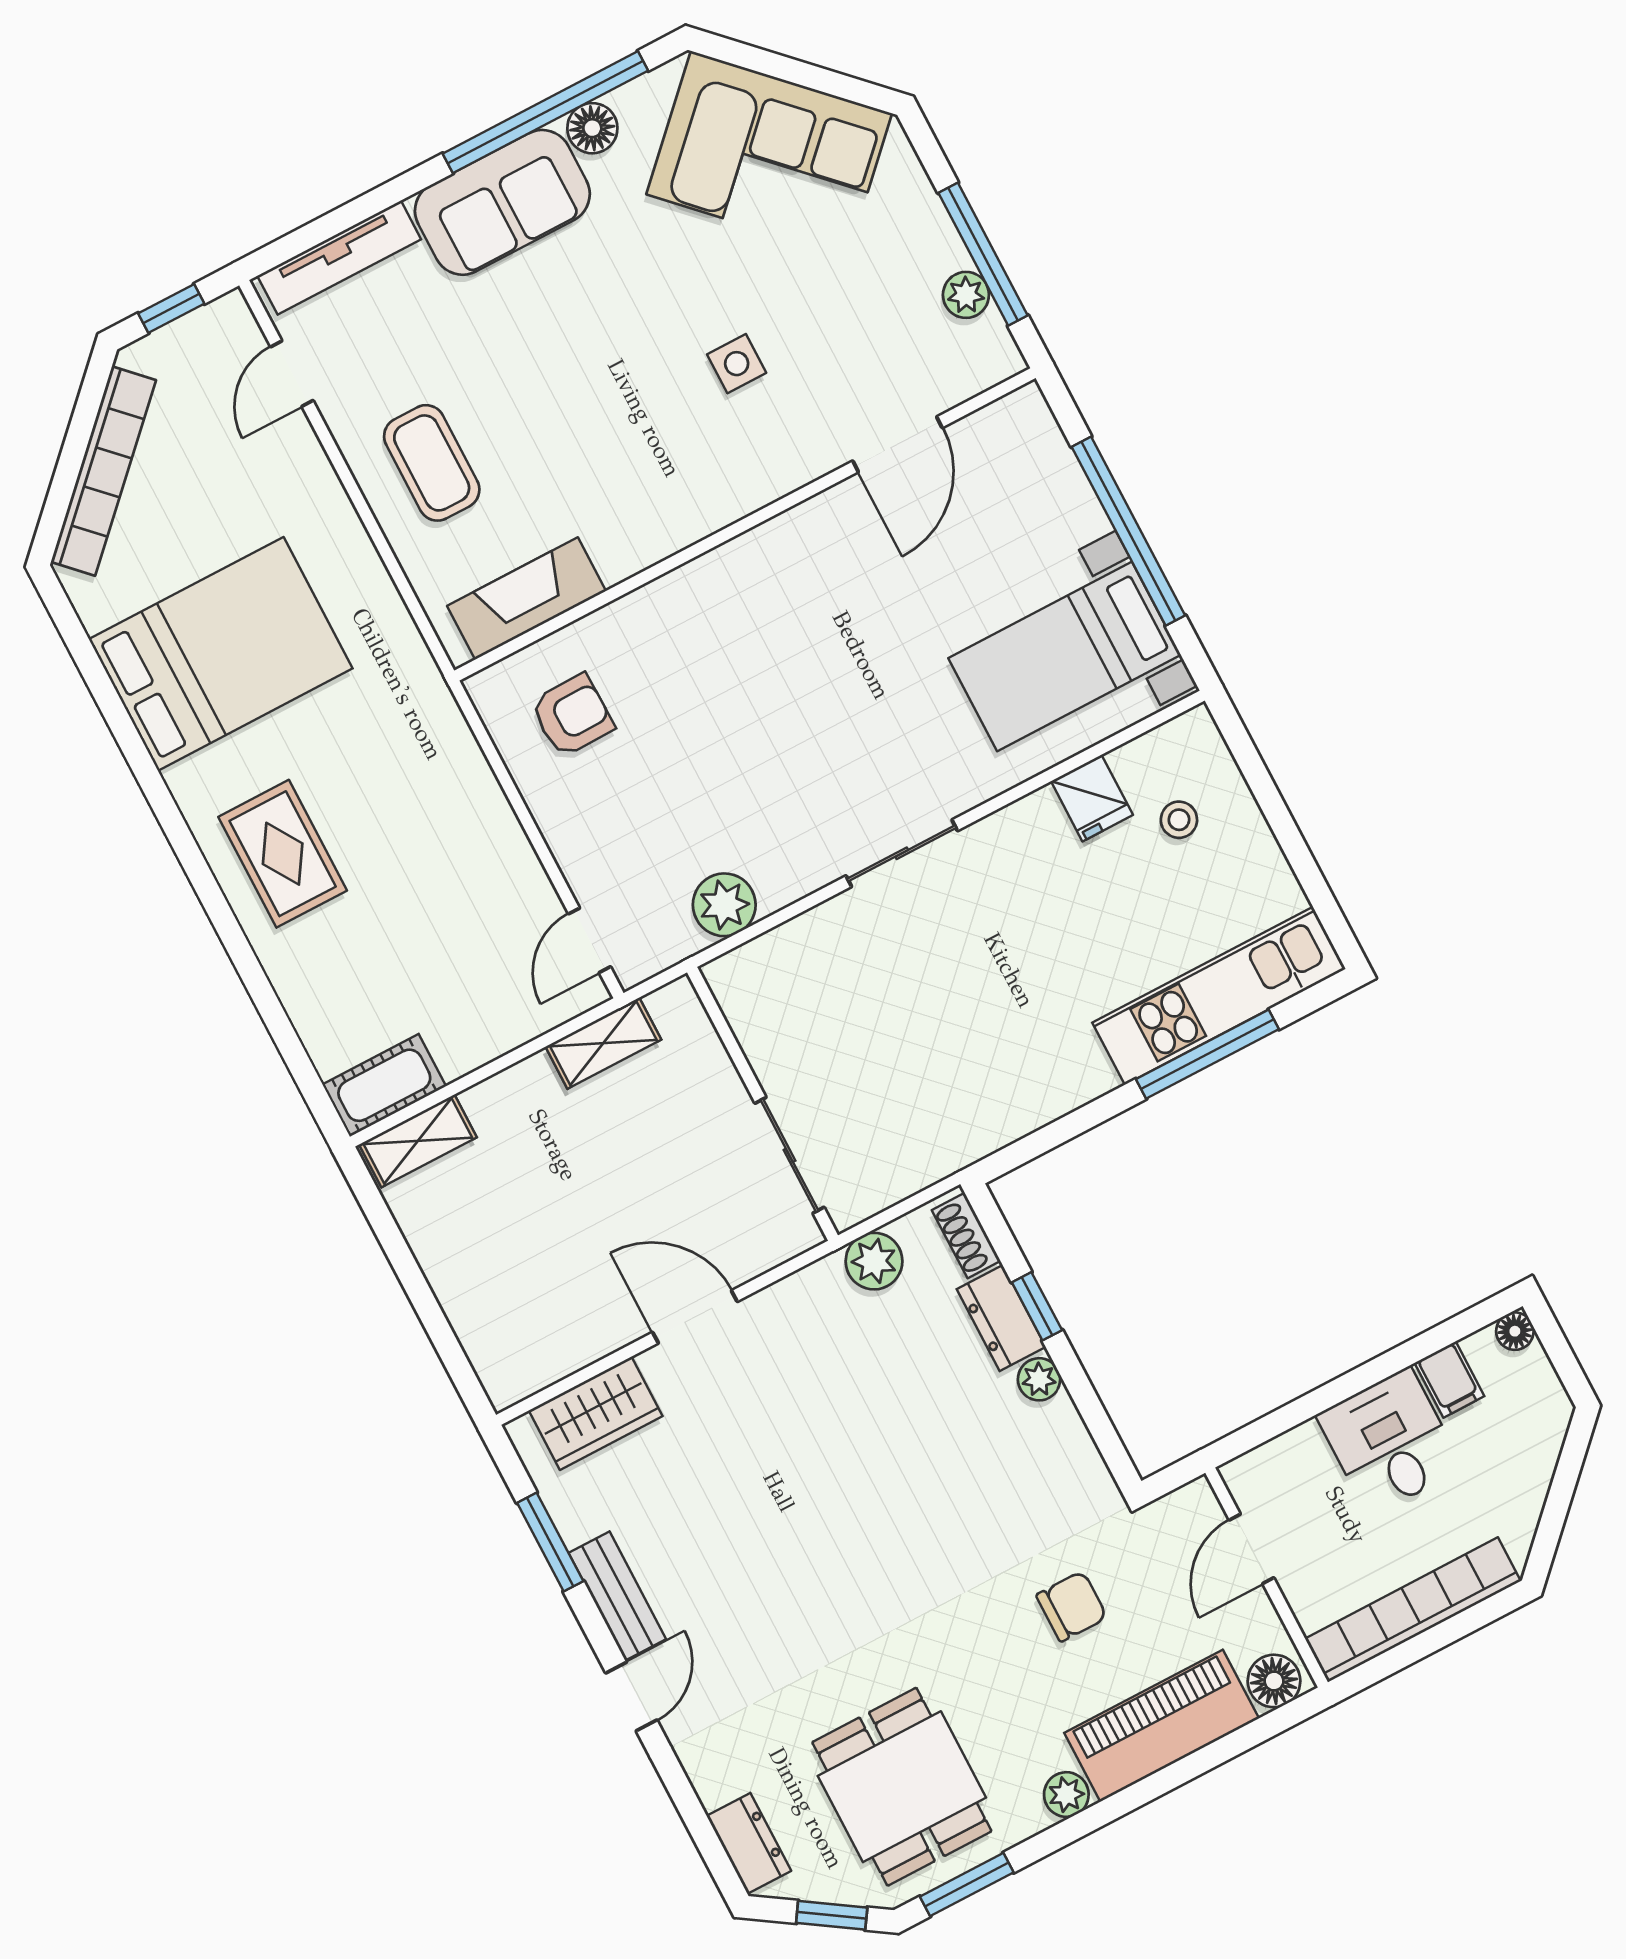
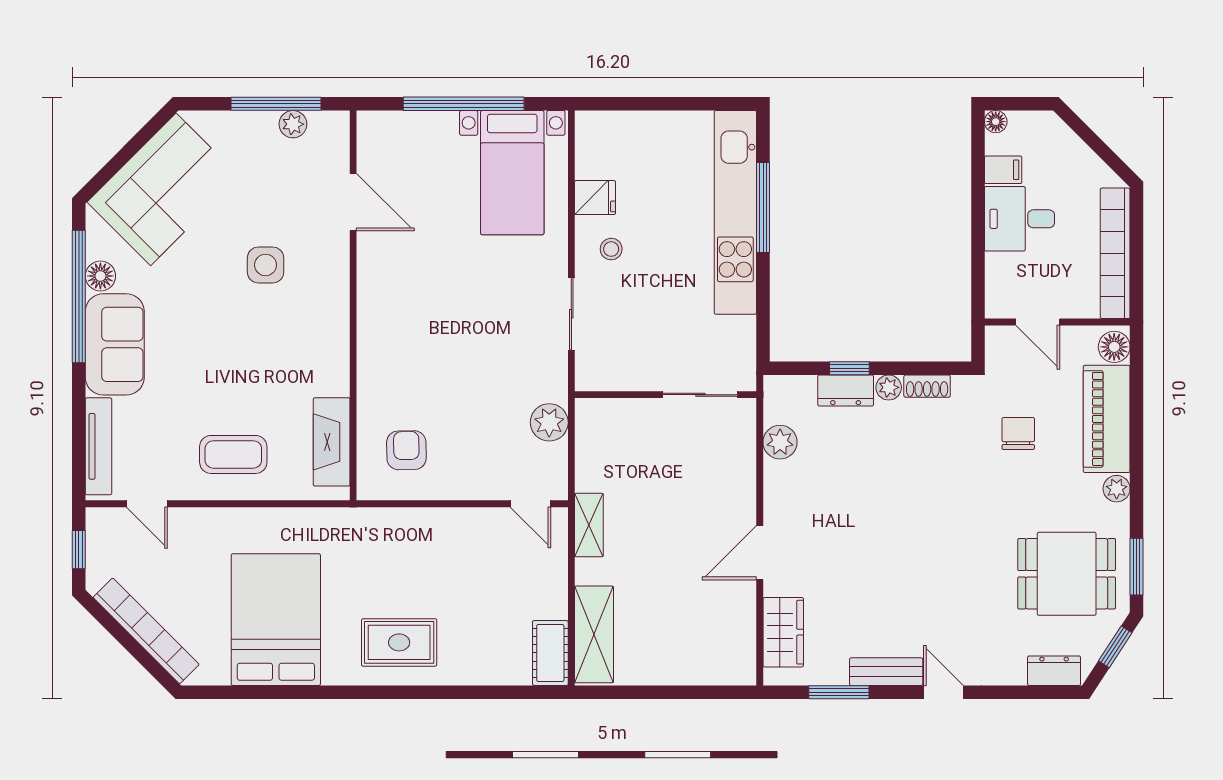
side table: (737, 364) -> (266, 265), width x1.37, depth x1.37
stool: (1179, 820) -> (611, 249), moved
kitchen unit: (1219, 996) -> (735, 212), width x1.36
wall: (763, 1104) -> (666, 395), moved
shelving: (418, 1141) -> (594, 634), width x1.50, depth x1.33
sliding door: (789, 1155) -> (700, 395), moved
shoe rack: (966, 1235) -> (927, 386), moved

